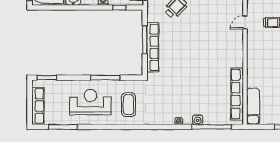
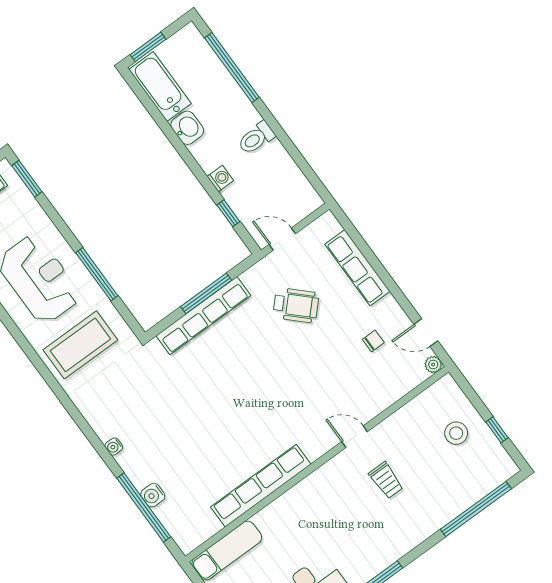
row of seats: (237, 94) -> (261, 486), moved
coffee table: (129, 105) -> (80, 345), width x1.36, depth x1.32
water cooler: (198, 120) -> (153, 495), moved

